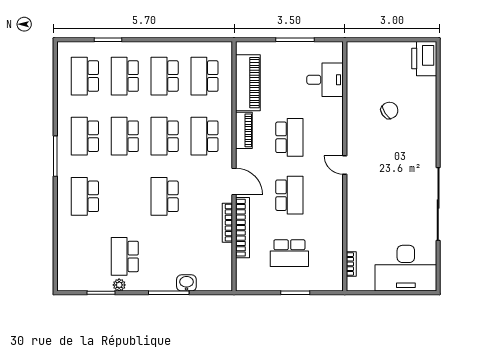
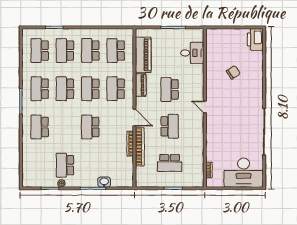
school desk: (289, 137) -> (170, 89), turned 180

